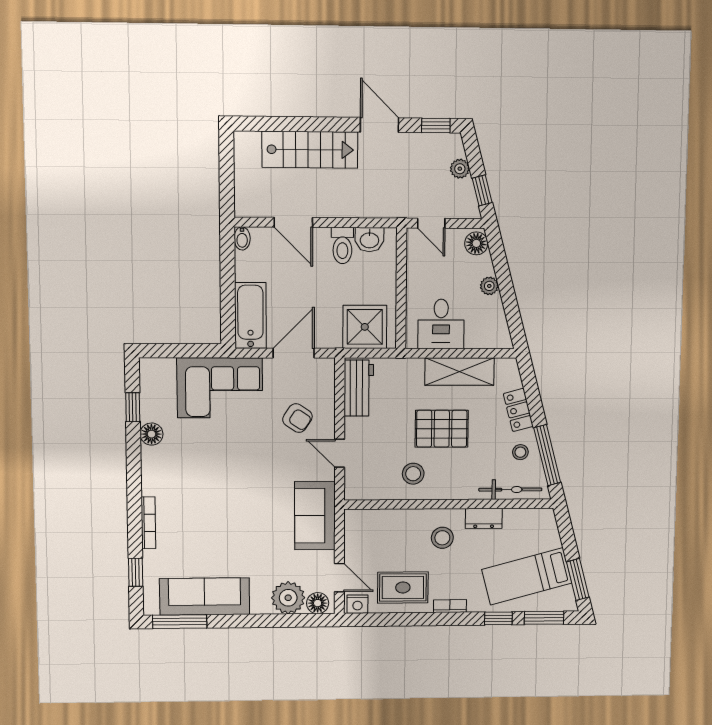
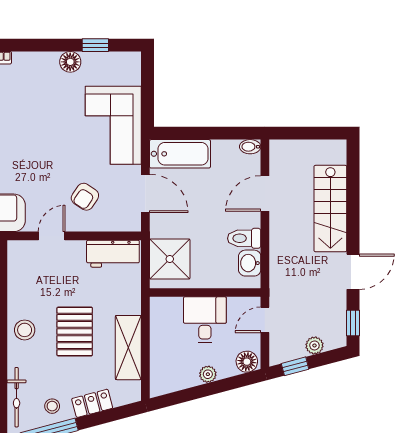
desk: (441, 324) -> (205, 320), moved, turned 90
stool: (413, 474) -> (25, 330), moved

